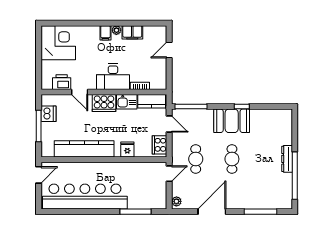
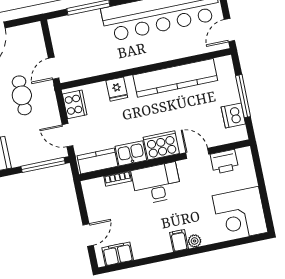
plant: (116, 30) -> (195, 241), moved
filing cabinet: (132, 32) -> (118, 254), moved
plant: (176, 201) -> (36, 33), removed

